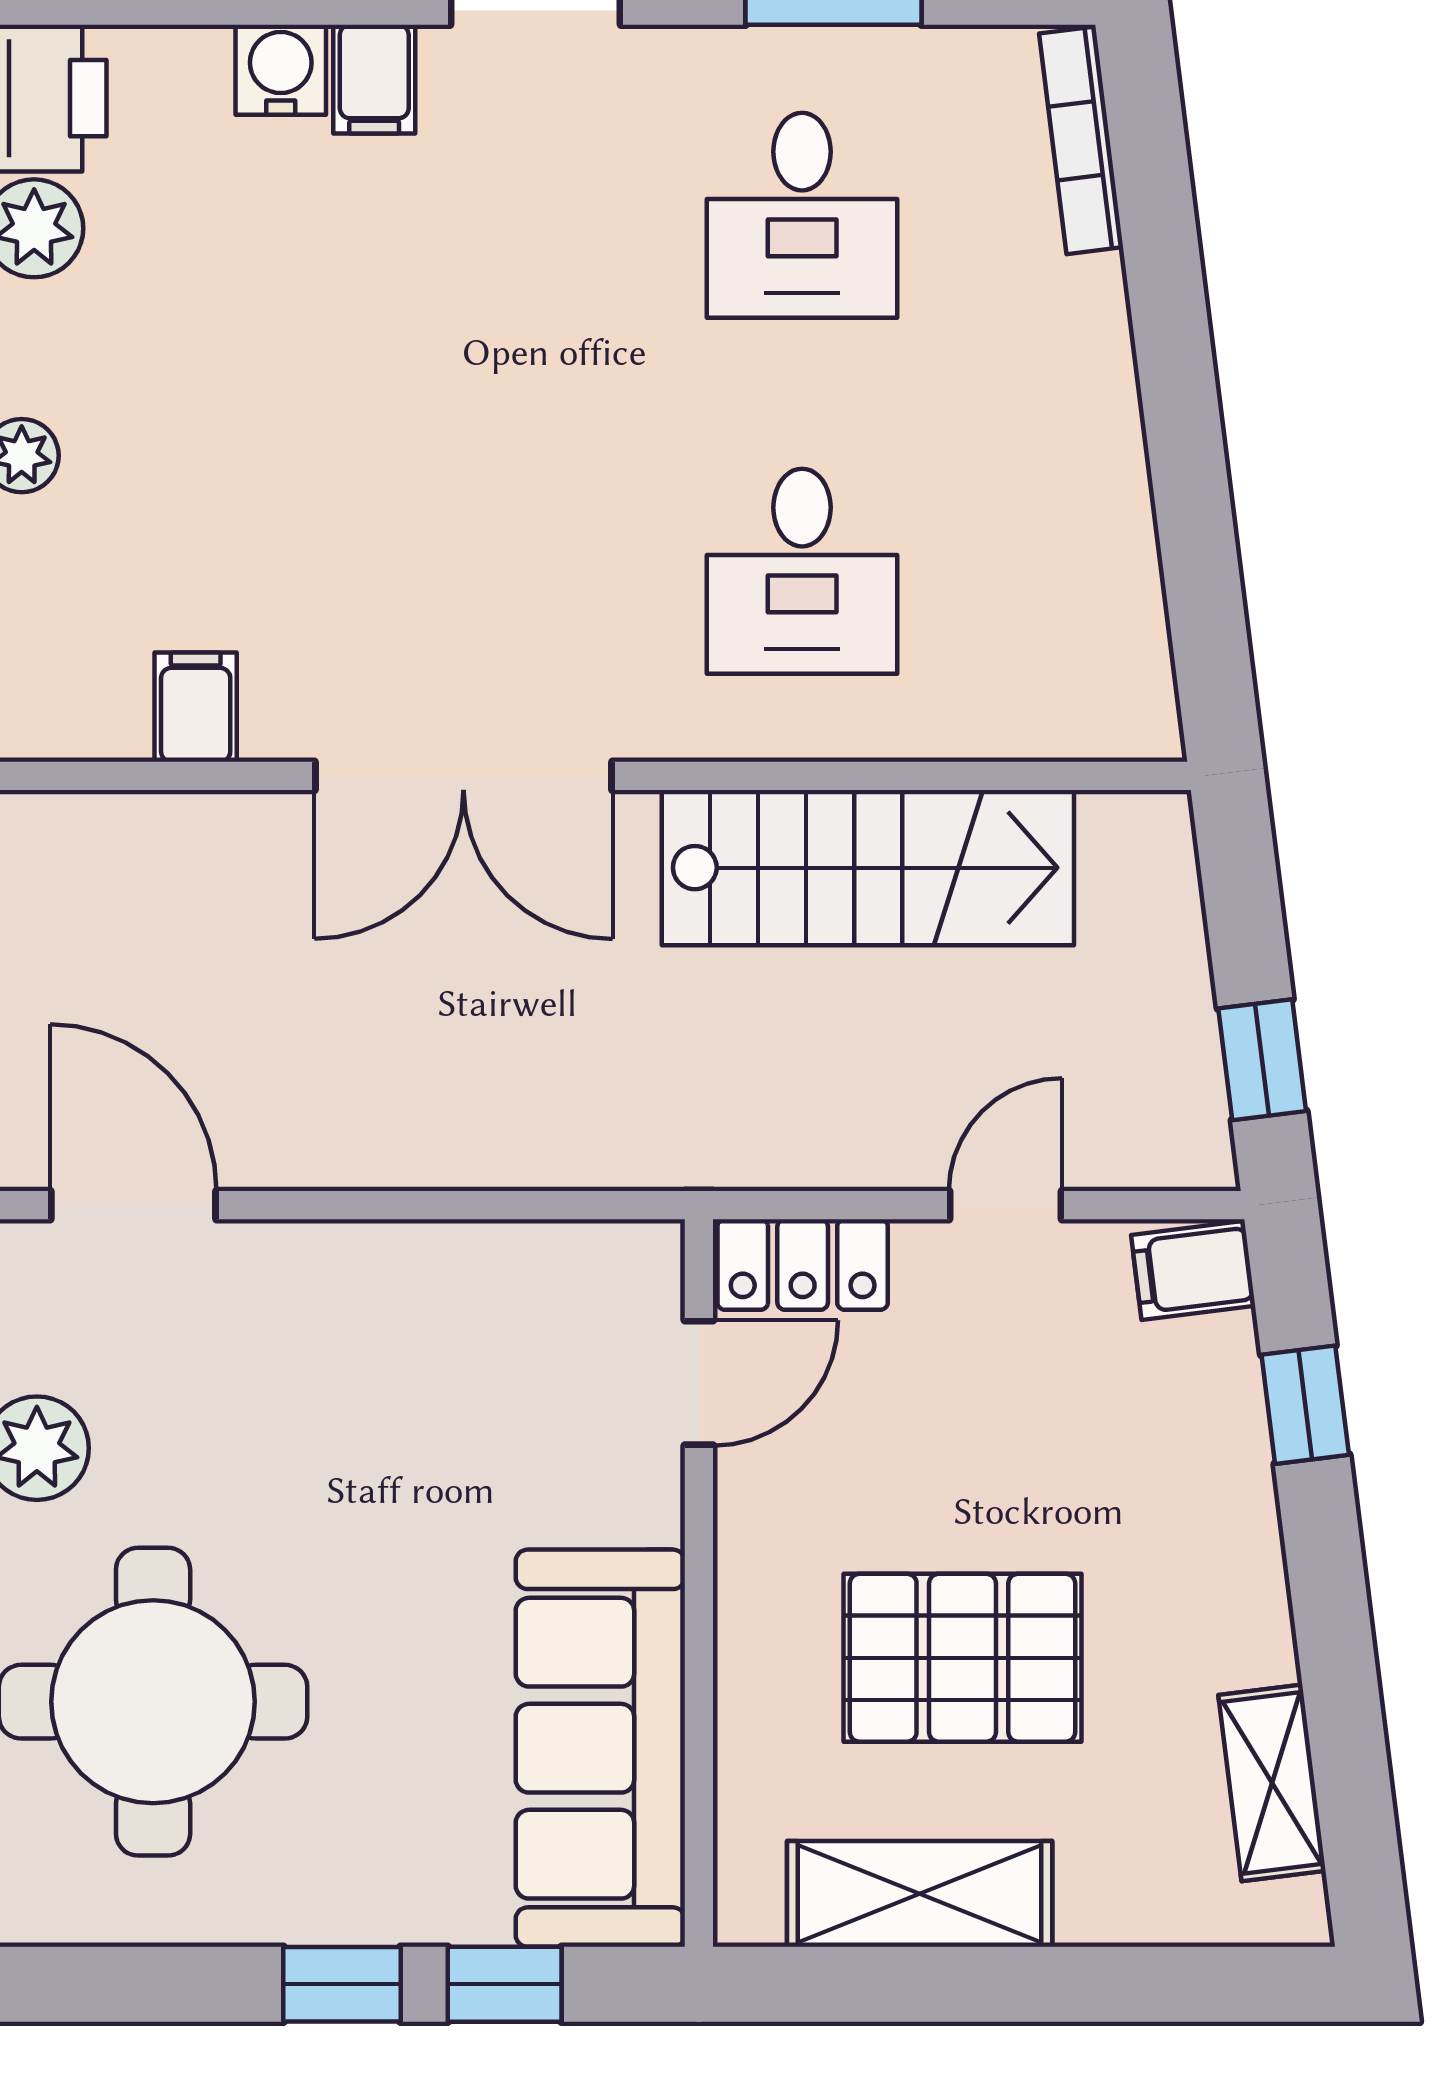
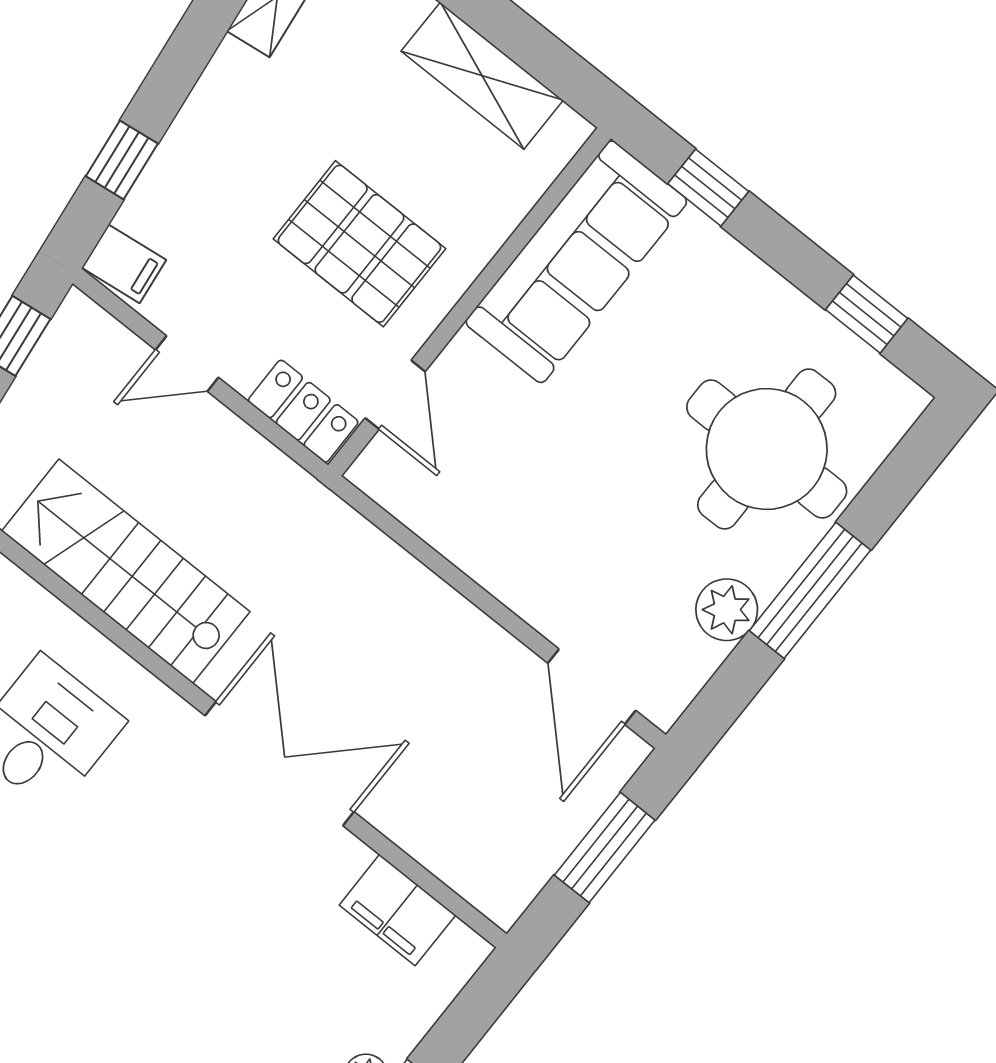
filing cabinet: (196, 707) -> (397, 910), width x2.00
door: (699, 1383) -> (395, 395), swing flipped
pallet: (962, 1658) -> (359, 244), moved
window: (342, 1984) -> (867, 314), moved

